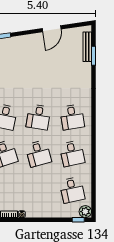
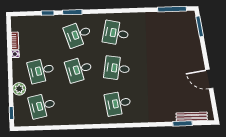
desk: (72, 154) -> (41, 71), moved
plant: (85, 212) -> (19, 89), moved

